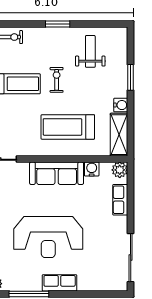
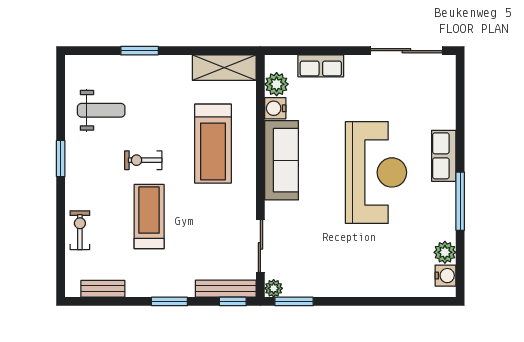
weight bench: (90, 51) -> (101, 110), turned 180
water cooler: (121, 105) -> (181, 65), removed
plant: (120, 170) -> (277, 84), moved

